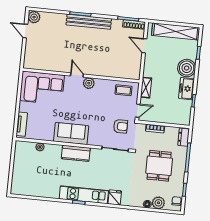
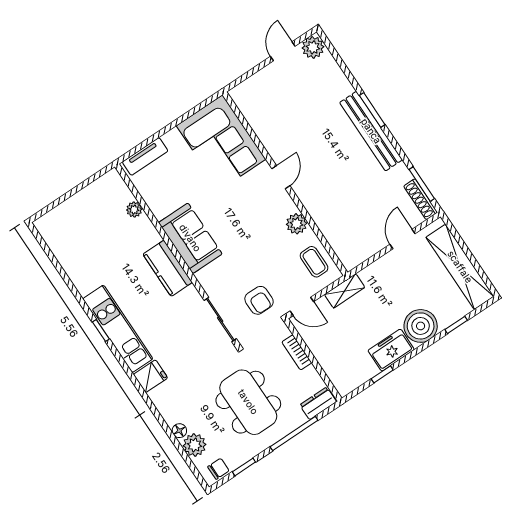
plant: (89, 83) -> (297, 224), moved
dining table: (159, 166) -> (248, 402), width x1.38

